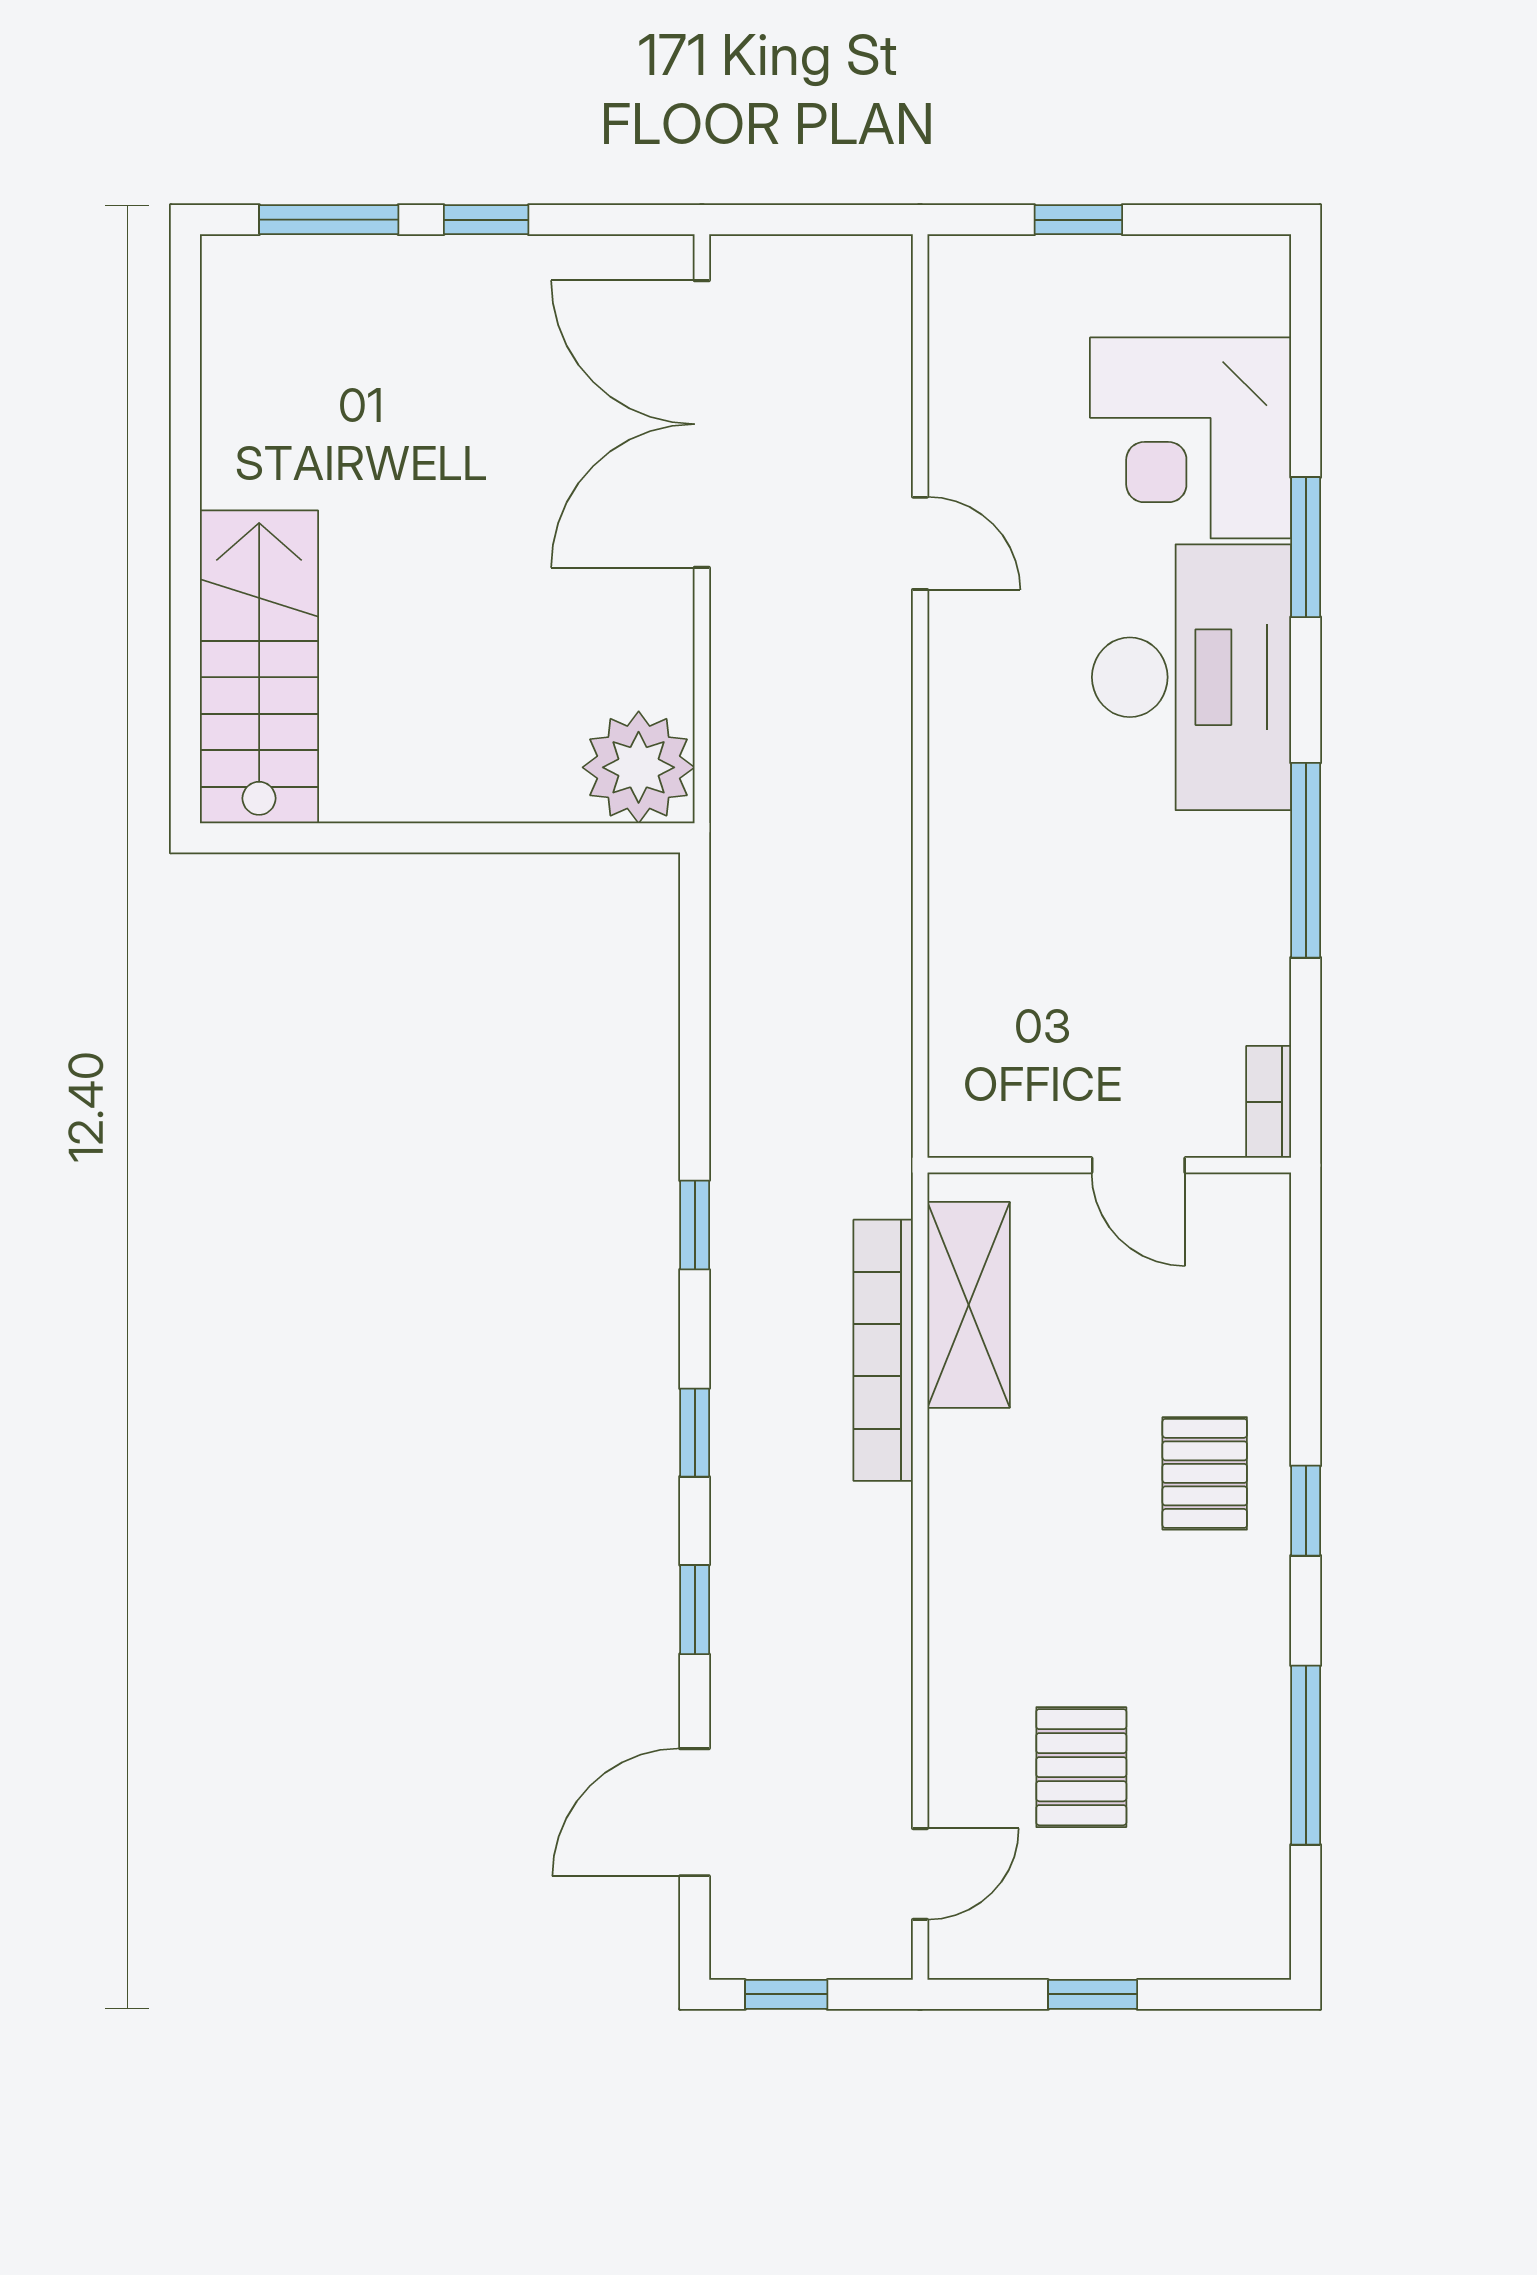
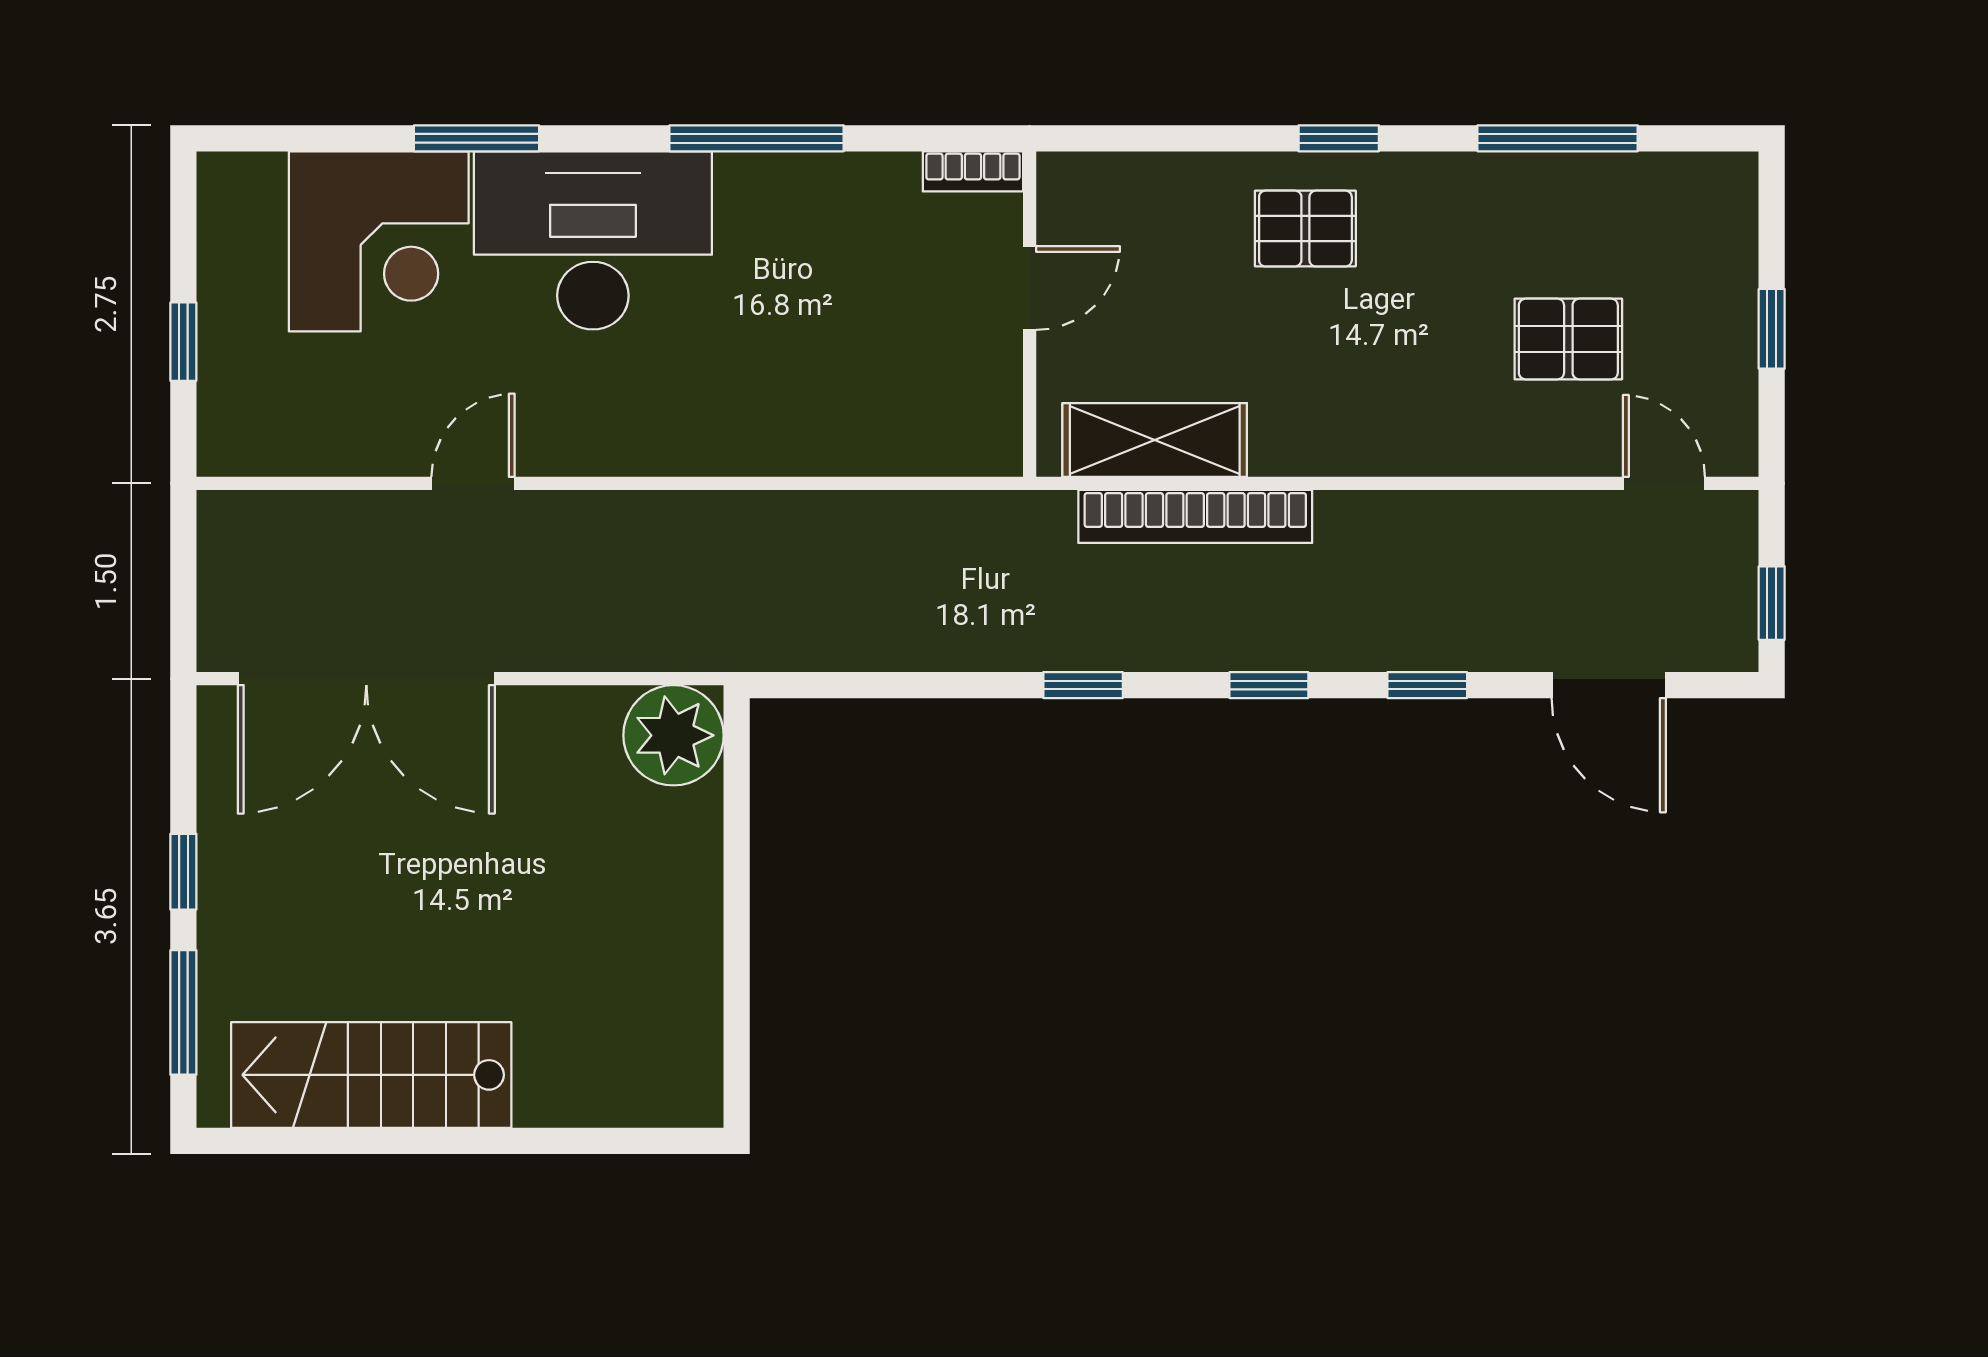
stairs: (259, 667) -> (371, 1075), moved

